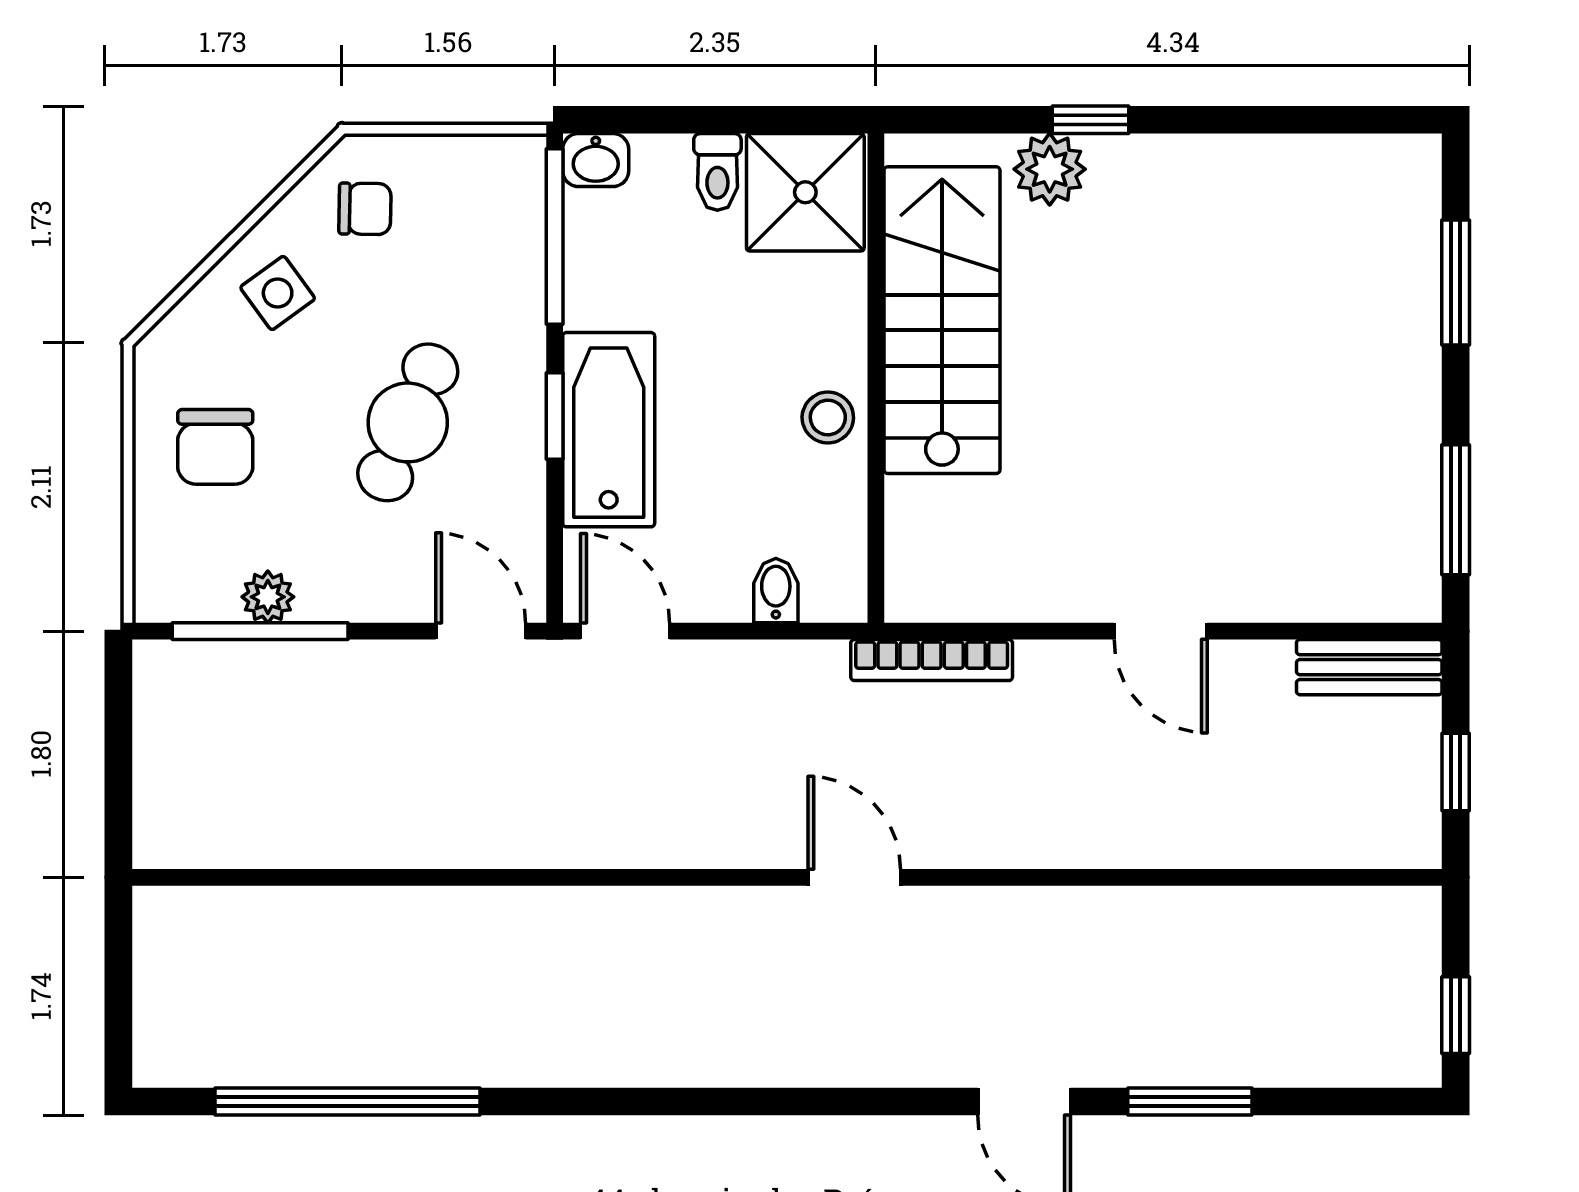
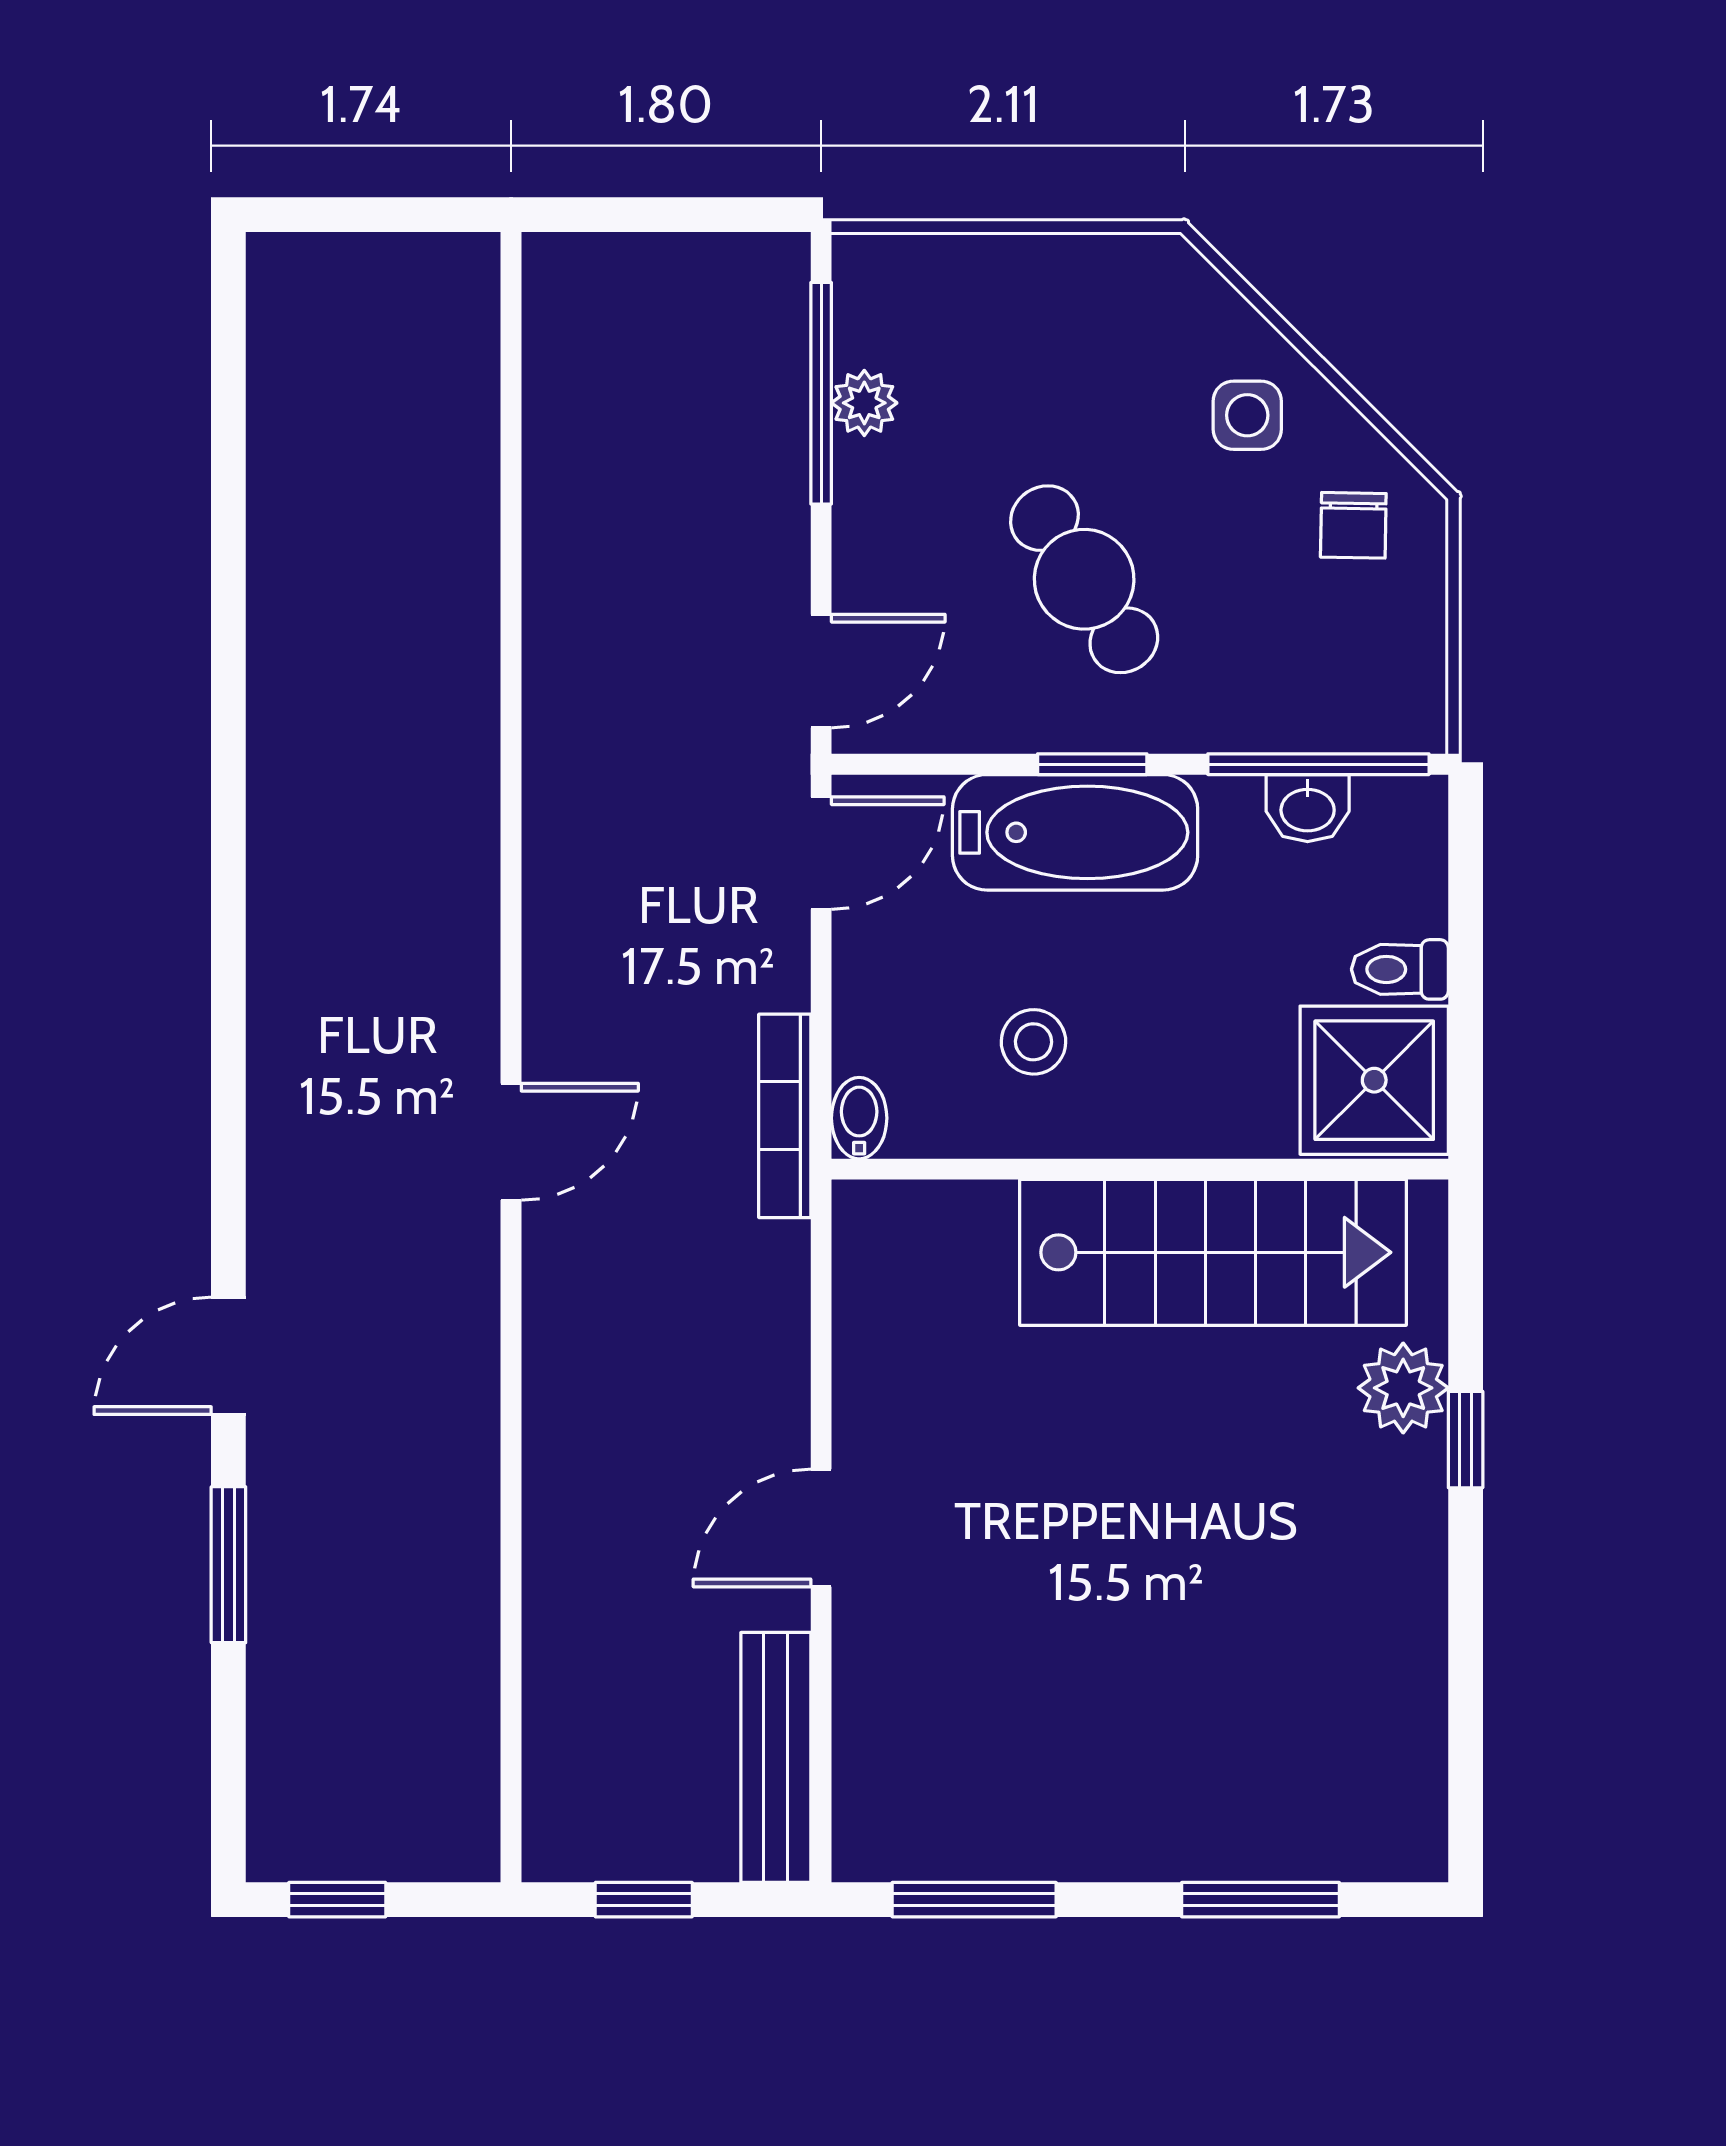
washbasin: (596, 160) -> (1308, 808), moved, turned -90
side table: (278, 293) -> (1247, 415), turned 36
stool: (828, 418) -> (1033, 1042), moved
cafe table: (408, 422) -> (1084, 579), turned 34
chair: (215, 447) -> (1053, 337), removed
bidet: (776, 591) -> (859, 1118), moved, turned -90
bookcase: (932, 660) -> (785, 1116), moved
bench: (1369, 667) -> (776, 1757), width x1.36
window: (348, 1102) -> (228, 503), removed

